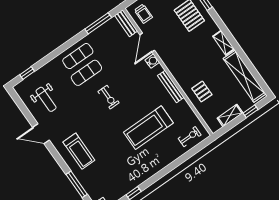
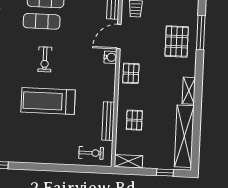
pallet: (175, 61) -> (131, 73), added
bench: (171, 86) -> (108, 121), moved
shelving: (230, 115) -> (128, 161), moved
treadmill: (148, 128) -> (48, 101), moved

